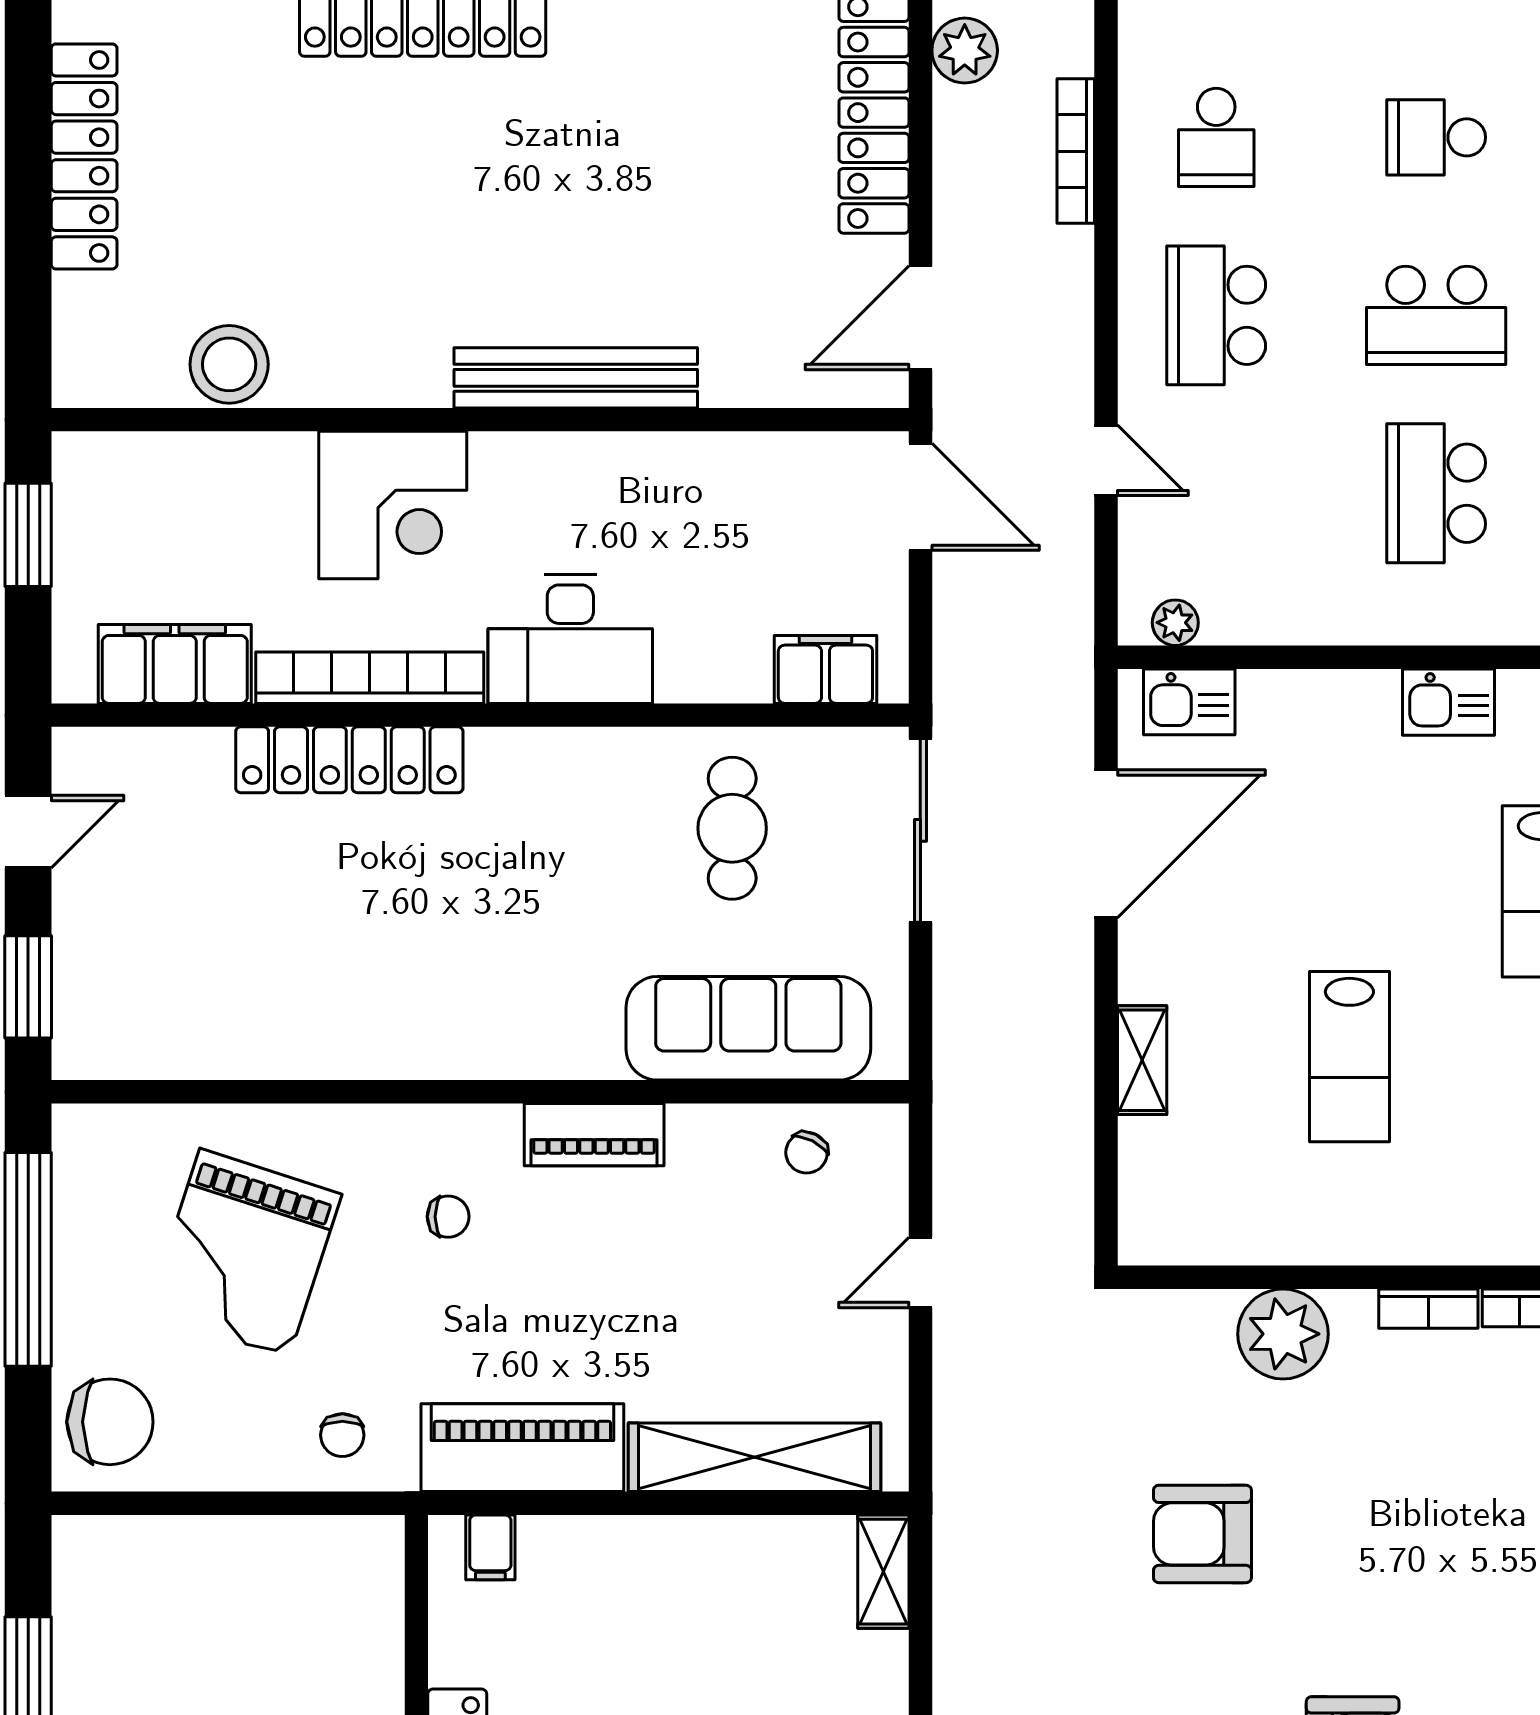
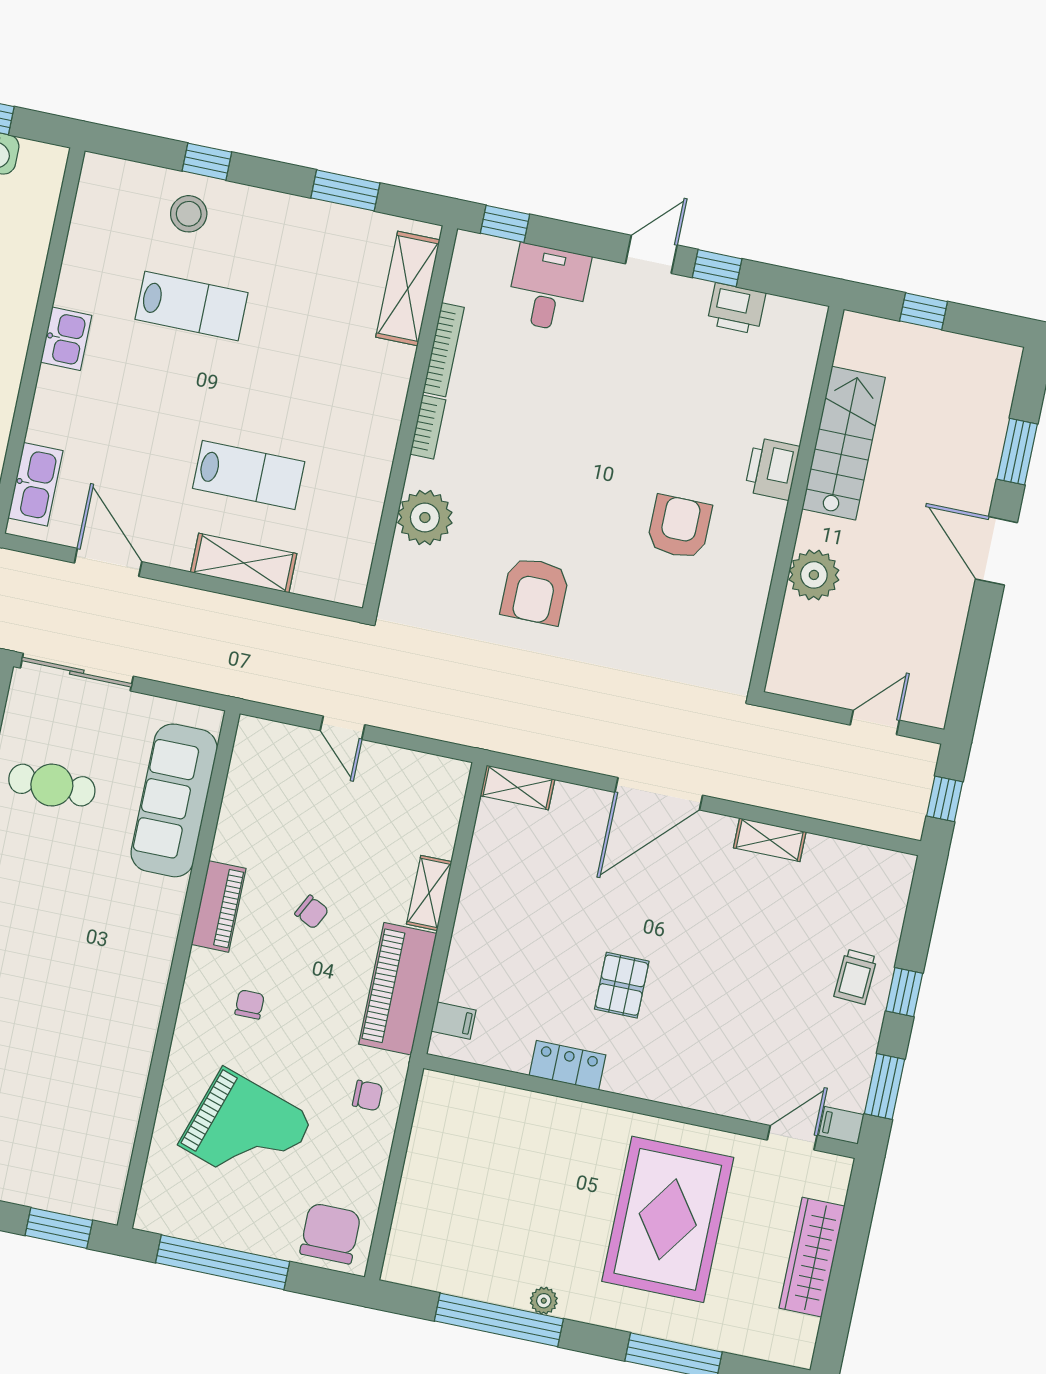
kitchen sink: (1189, 702) -> (35, 484), width x1.38
door: (1106, 844) -> (108, 562), width x0.73
lab bench: (1349, 1057) -> (249, 475), moved
shelving: (1142, 1060) -> (244, 563), width x1.50, depth x1.33
chair: (807, 1153) -> (312, 912), moved
shelving: (755, 1457) -> (429, 893), width x0.45, depth x0.75

